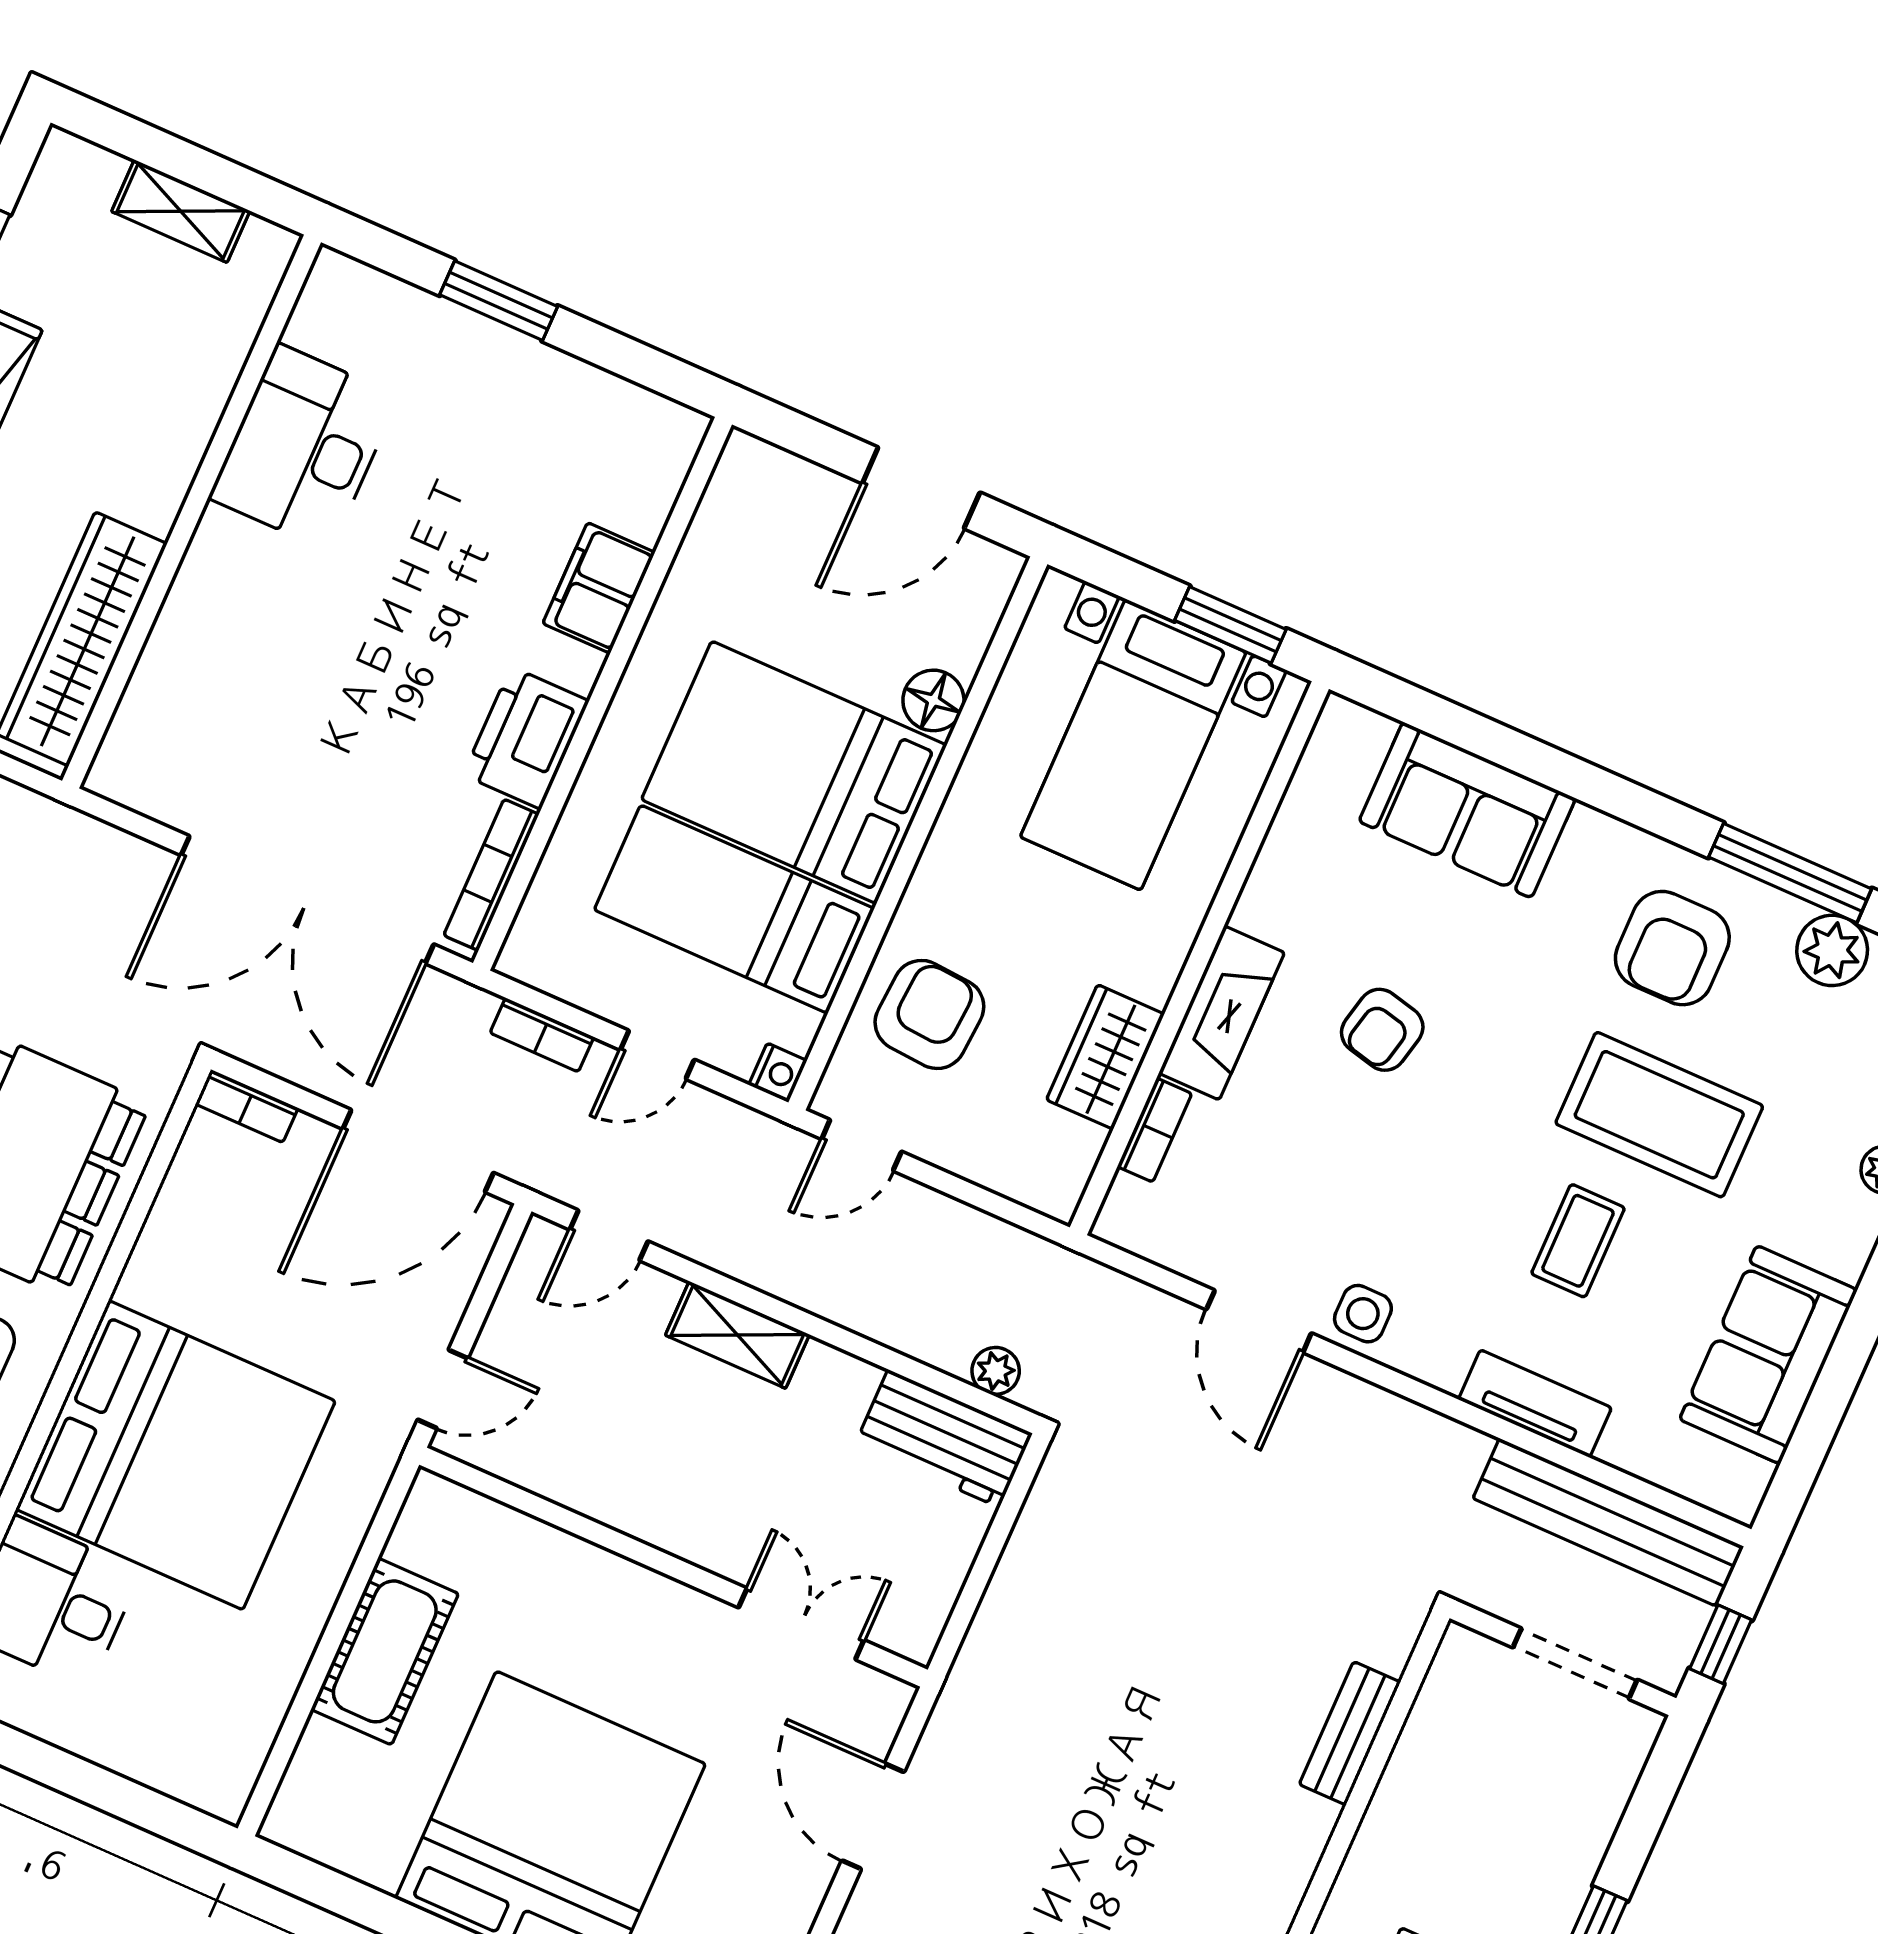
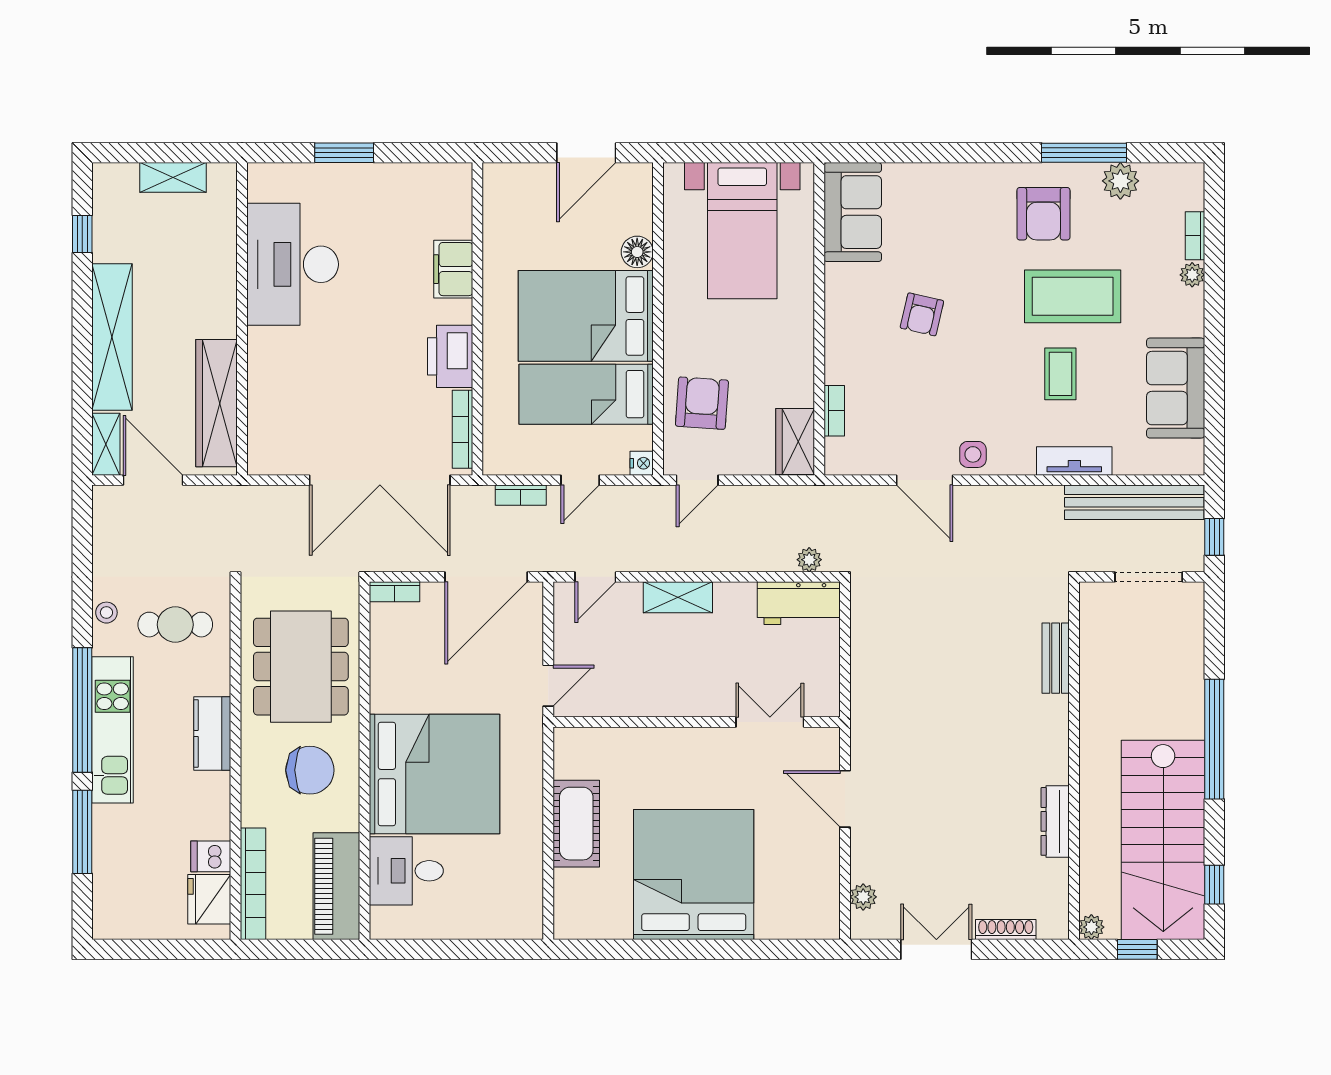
desk: (304, 447) -> (293, 264), width x1.36, depth x1.30
window: (1230, 625) -> (763, 153), removed
sofa: (1467, 810) -> (853, 212), moved, turned -90
fireplace: (1222, 1013) -> (841, 340), removed
wardrobe: (1105, 1057) -> (795, 442), moved

